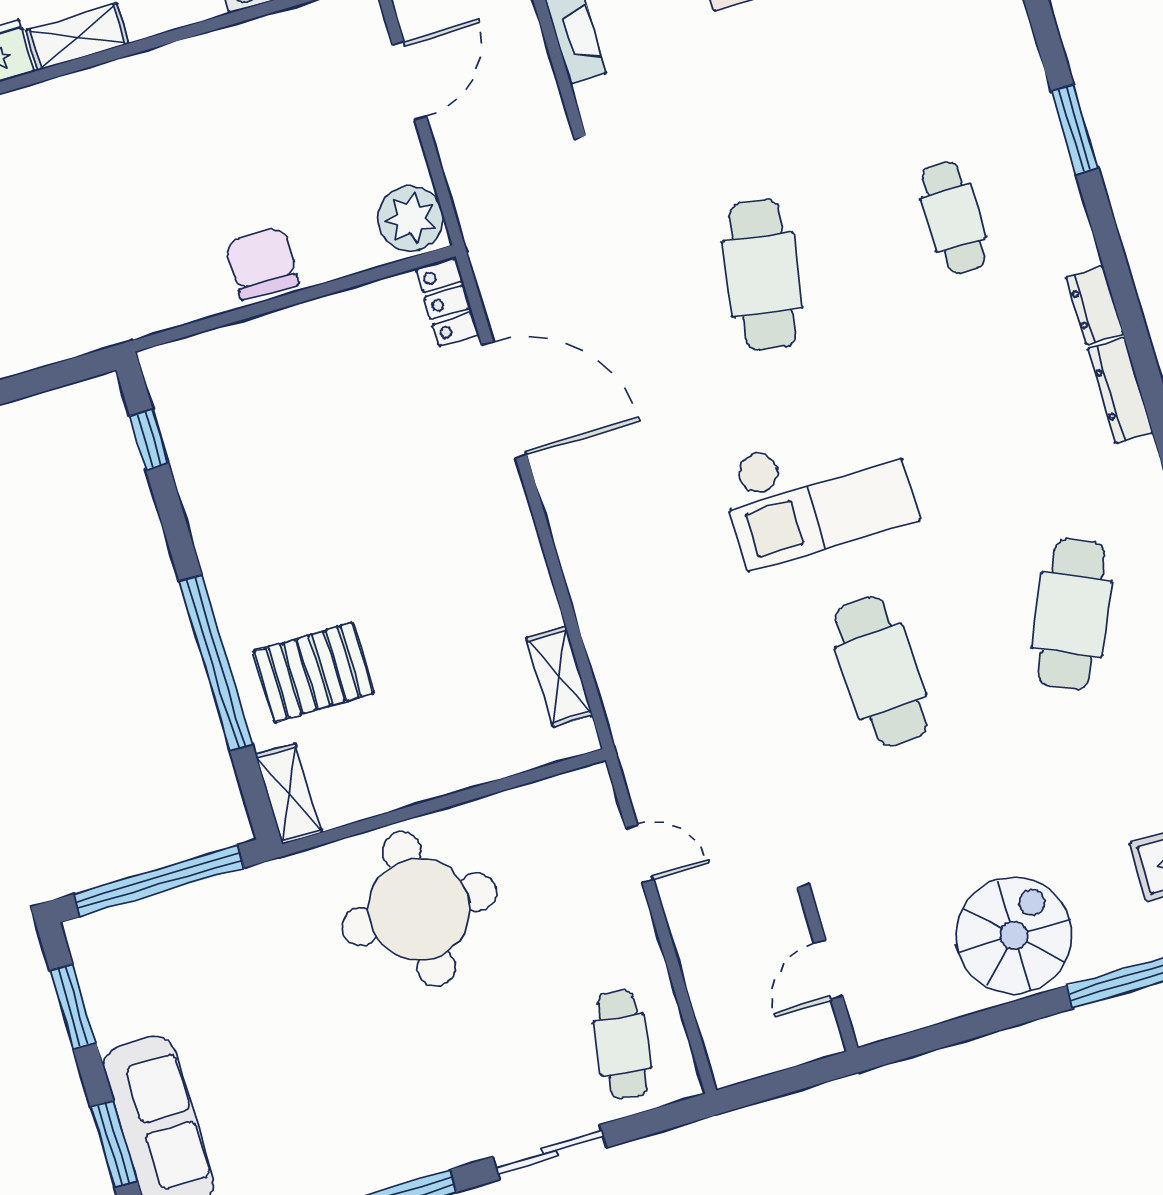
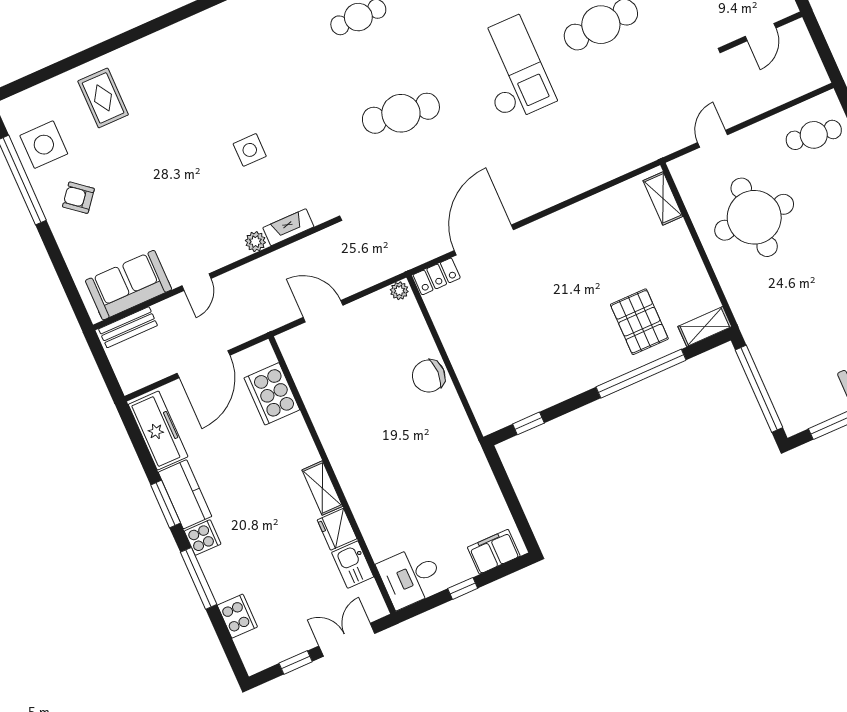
plant: (411, 219) -> (399, 291), width x0.53, depth x0.53
shelving: (559, 677) -> (663, 198), moved, turned 90
round table: (419, 909) -> (754, 217), moved
door: (828, 970) -> (761, 32), hinge flipped

